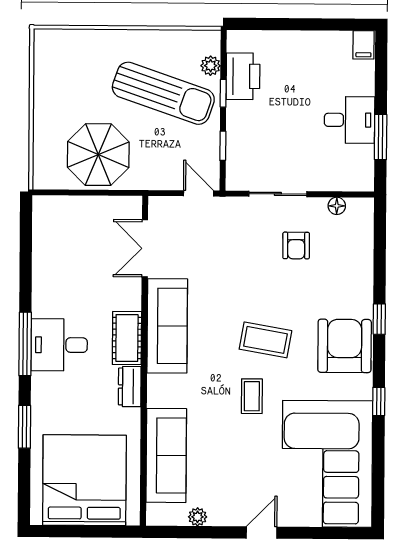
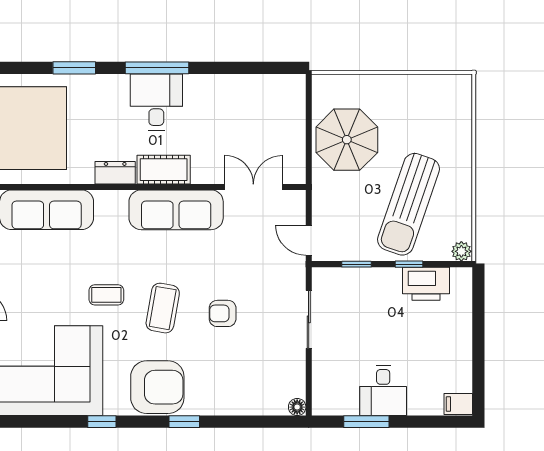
plant: (211, 66) -> (461, 251), moved
door: (199, 193) -> (309, 240), swing flipped
floor lamp: (337, 206) -> (297, 407), moved
armchair: (296, 246) -> (223, 313), moved

